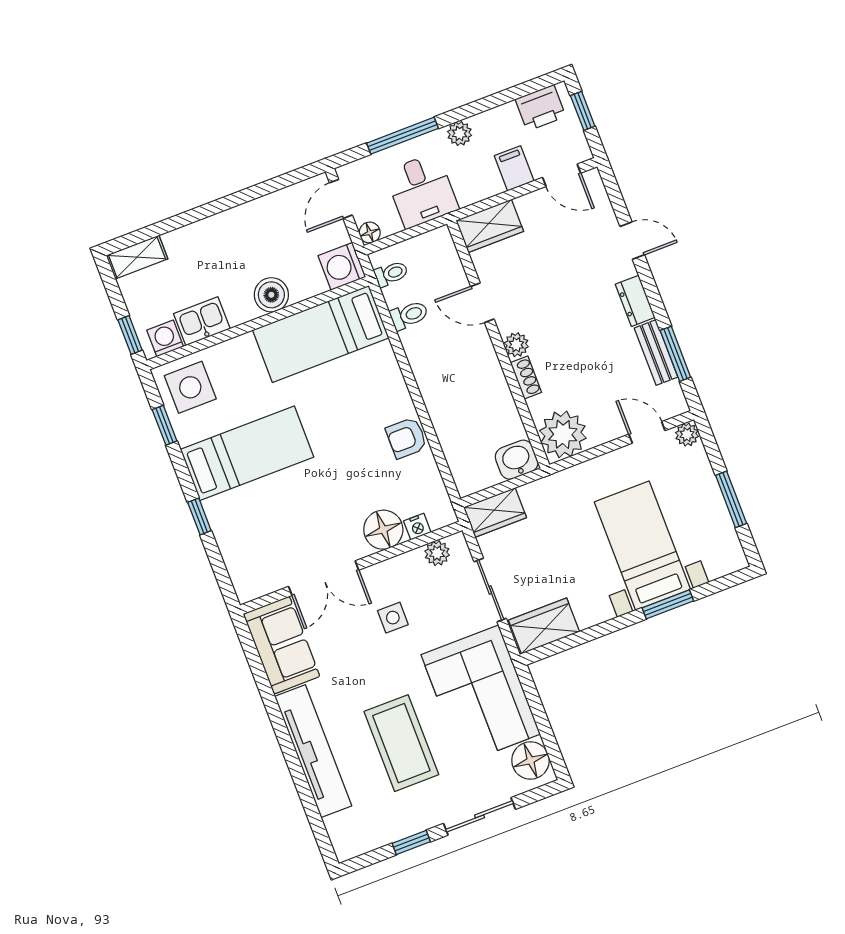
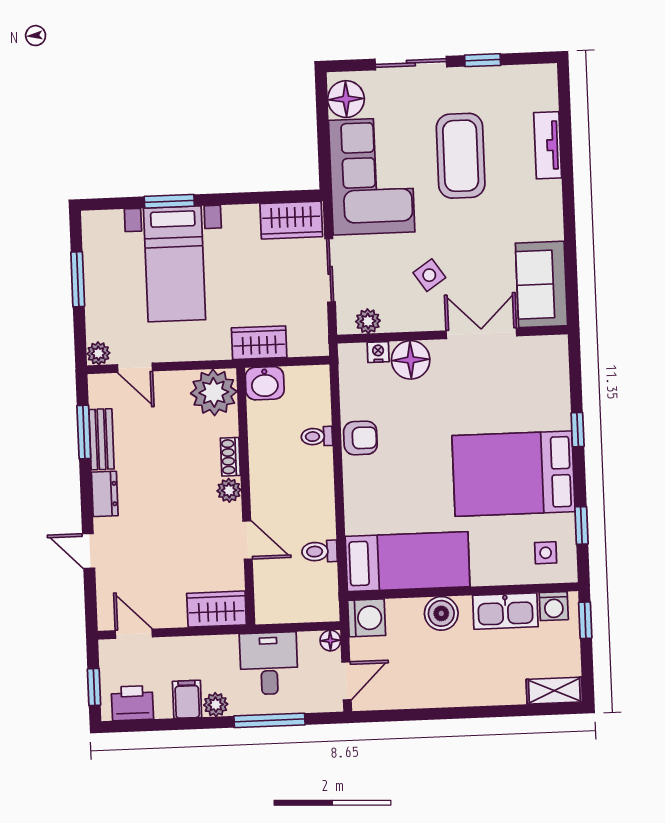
filing cabinet: (514, 168) -> (187, 699), moved, turned 180
toilet: (391, 274) -> (317, 436), moved
kitchen sink: (202, 321) -> (505, 611), width x1.38
side table: (190, 387) -> (546, 553), width x0.54, depth x0.54
bed: (247, 453) -> (514, 474), width x1.50
wardrobe: (495, 512) -> (259, 343), moved
side table: (393, 618) -> (429, 275), turned -34
tv unit: (313, 751) -> (548, 145), width x0.52, depth x0.78

